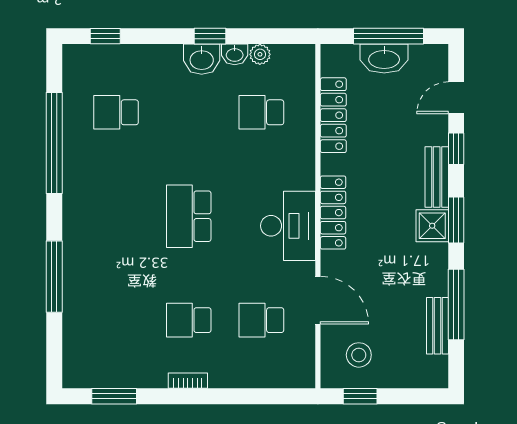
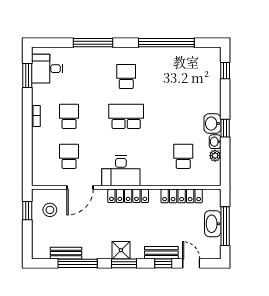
school desk: (116, 112) -> (126, 76), moved
bench: (437, 177) -> (161, 253), moved
desk: (102, 360) -> (47, 69), added

